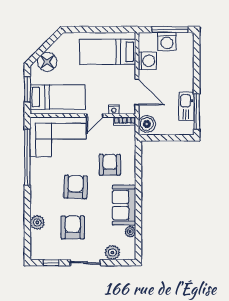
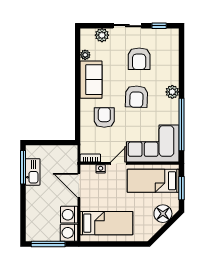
washing machine: (167, 41) -> (69, 233), moved, turned -90
boiler: (147, 124) -> (70, 156), removed
armchair: (110, 165) -> (104, 117), turned 180
plant: (37, 222) -> (172, 92), moved

